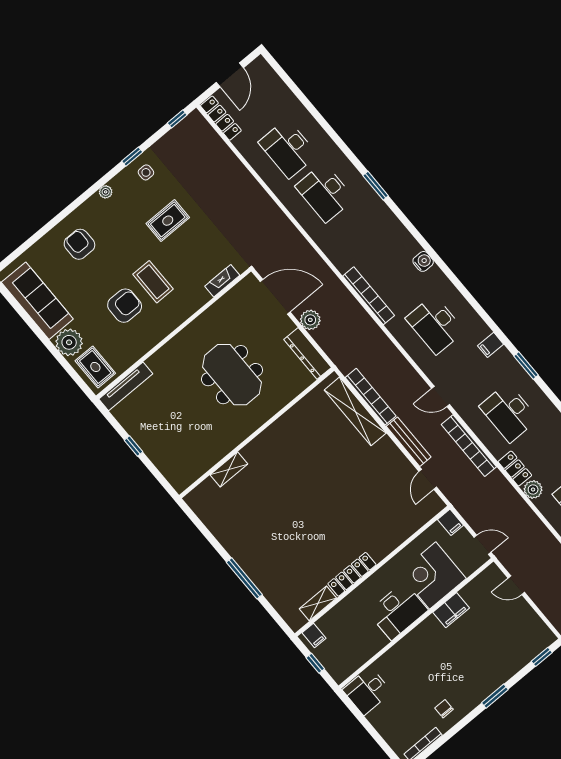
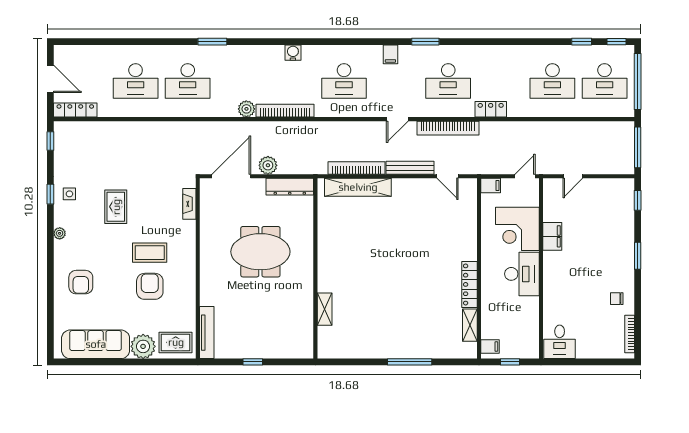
armchair: (79, 244) -> (81, 282), turned -90
plant: (533, 489) -> (246, 109), moved

